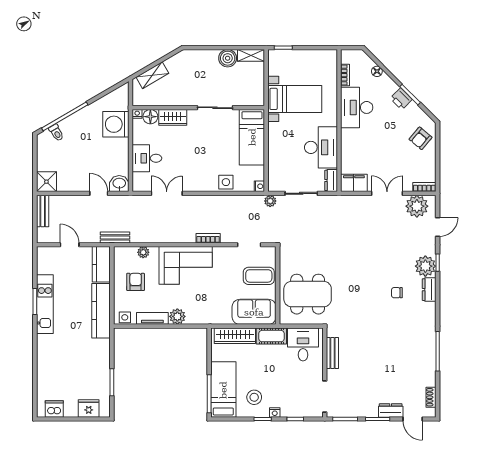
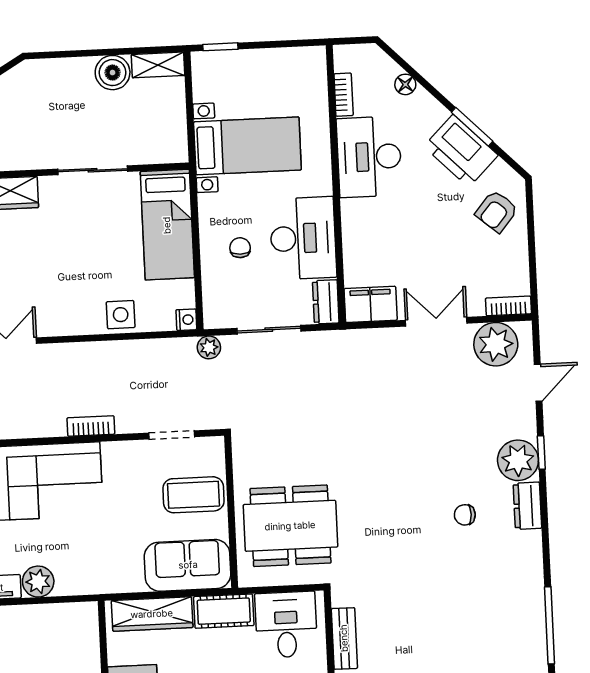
printer: (401, 99) -> (461, 151), width x1.87, depth x1.48
chair: (289, 151) -> (240, 248), added

